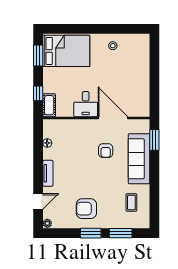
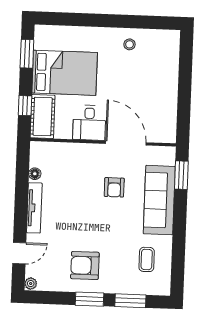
bed: (66, 51) -> (65, 73), moved
cot: (49, 105) -> (43, 117), width x1.37, depth x1.34
tv unit: (48, 173) -> (34, 208), width x1.41

